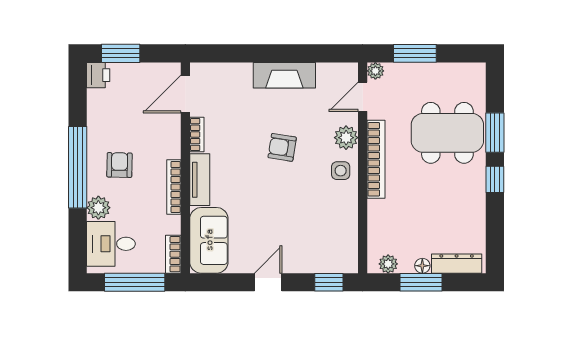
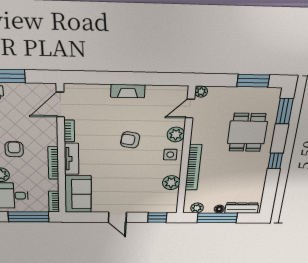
window: (415, 53) -> (253, 81), moved
fireplace: (284, 75) -> (128, 91), width x0.73, depth x0.76
dining table: (447, 133) -> (247, 132), width x0.73
window: (495, 133) -> (284, 111), moved
bookcase: (376, 159) -> (193, 168), moved
plant: (346, 219) -> (171, 183), added
door: (268, 282) -> (117, 217), swing flipped
window: (421, 282) -> (217, 218), width x1.44

